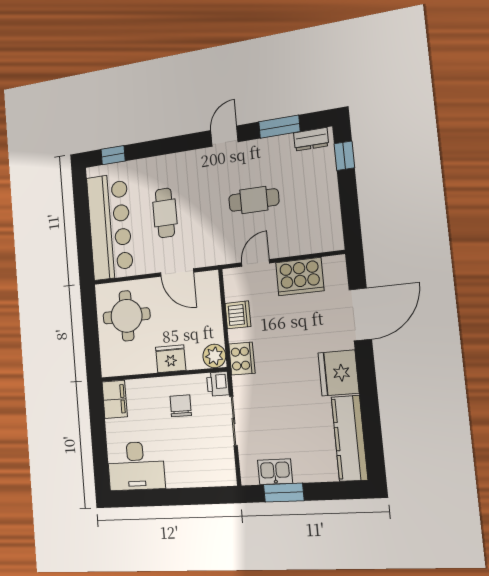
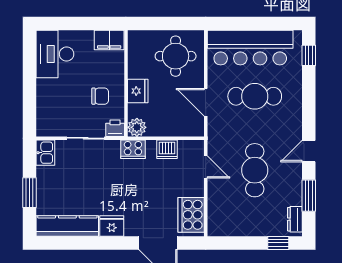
door: (224, 136) -> (309, 151), swing flipped
cafe table: (254, 200) -> (255, 170), width x1.37, depth x1.35
cafe table: (165, 213) -> (255, 96), width x1.37, depth x1.35
door: (177, 272) -> (206, 102), hinge flipped
cooker: (300, 277) -> (191, 215), moved
fridge: (338, 373) -> (112, 226), width x0.73, depth x0.75
kitchen sink: (275, 472) -> (45, 153), moved
window: (284, 493) -> (30, 193), moved

